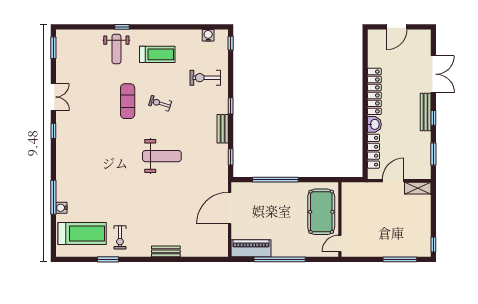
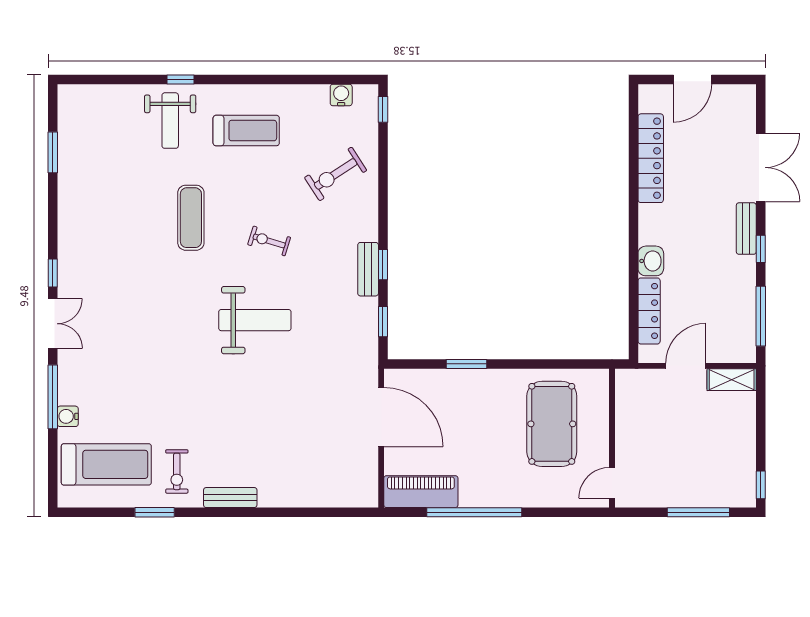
window: (53, 48) -> (53, 152), moved
exercise bike: (205, 78) -> (336, 174), turned -33
locker: (374, 91) -> (651, 158), moved
double door: (53, 97) -> (53, 324), moved
exercise bike: (160, 103) -> (269, 241), moved
window: (231, 106) -> (383, 265), moved
bench: (426, 112) -> (746, 229), width x0.73
window: (433, 154) -> (761, 316), width x1.44
window: (275, 180) -> (466, 364), width x0.47
door: (230, 208) -> (381, 417), swing flipped
wall: (340, 219) -> (612, 438), moved
door: (340, 243) -> (612, 483), moved
bench: (166, 251) -> (230, 498), moved

